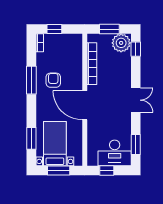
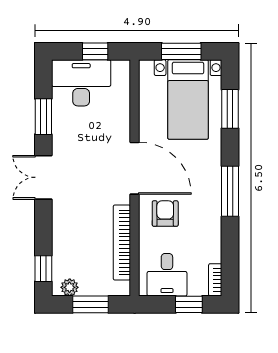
plant: (121, 43) -> (70, 287), width x0.53, depth x0.53
desk: (67, 46) -> (167, 275), added
window: (31, 80) -> (230, 191), moved
armchair: (53, 80) -> (165, 214), moved, turned 180
window: (136, 144) -> (43, 117), moved

